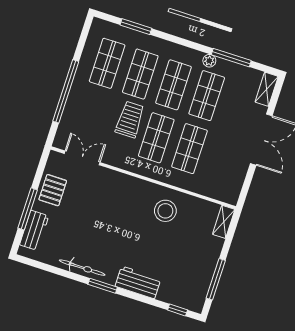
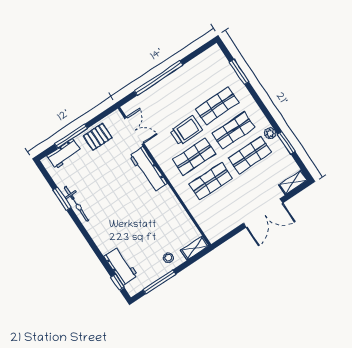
window: (231, 58) -> (286, 143), width x0.69
shop shelf: (107, 63) -> (201, 81), removed
workbench: (123, 183) -> (148, 169), added
stool: (165, 211) -> (168, 258), moved, width x0.53, depth x0.53
workbench: (138, 282) -> (121, 266), moved
window: (103, 286) -> (62, 199), moved

